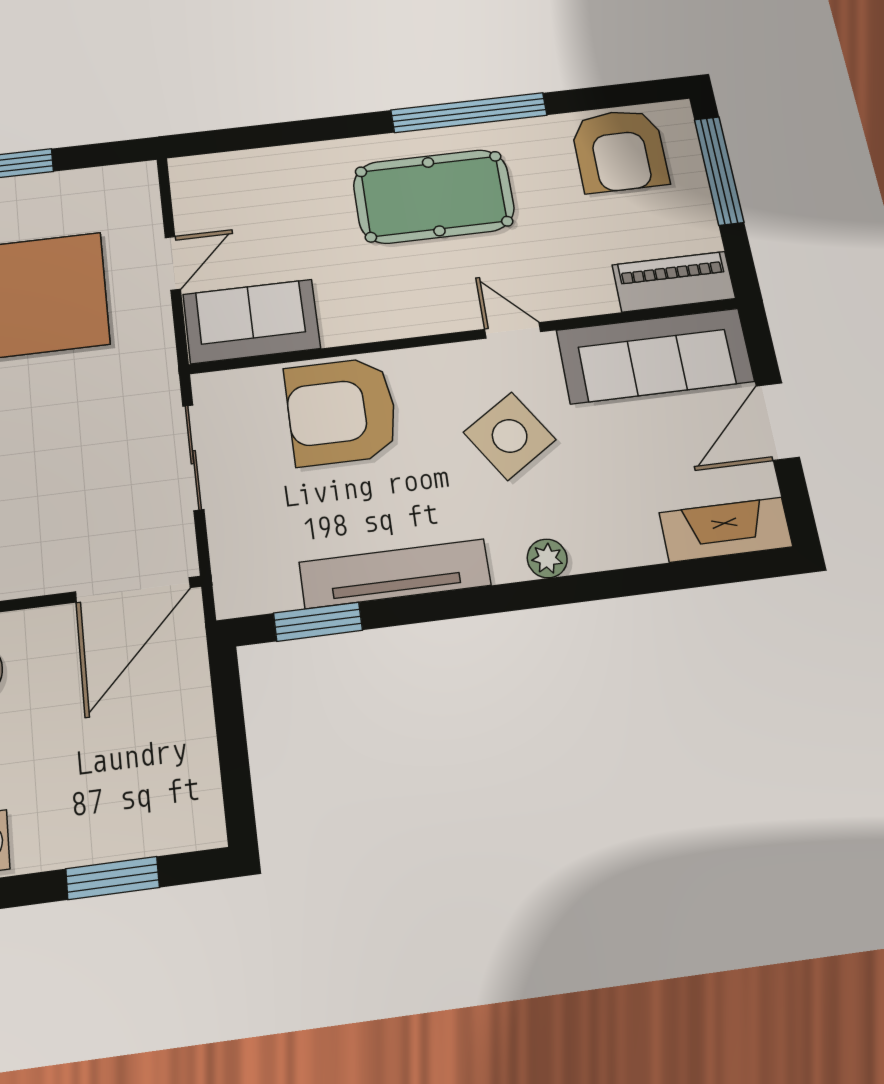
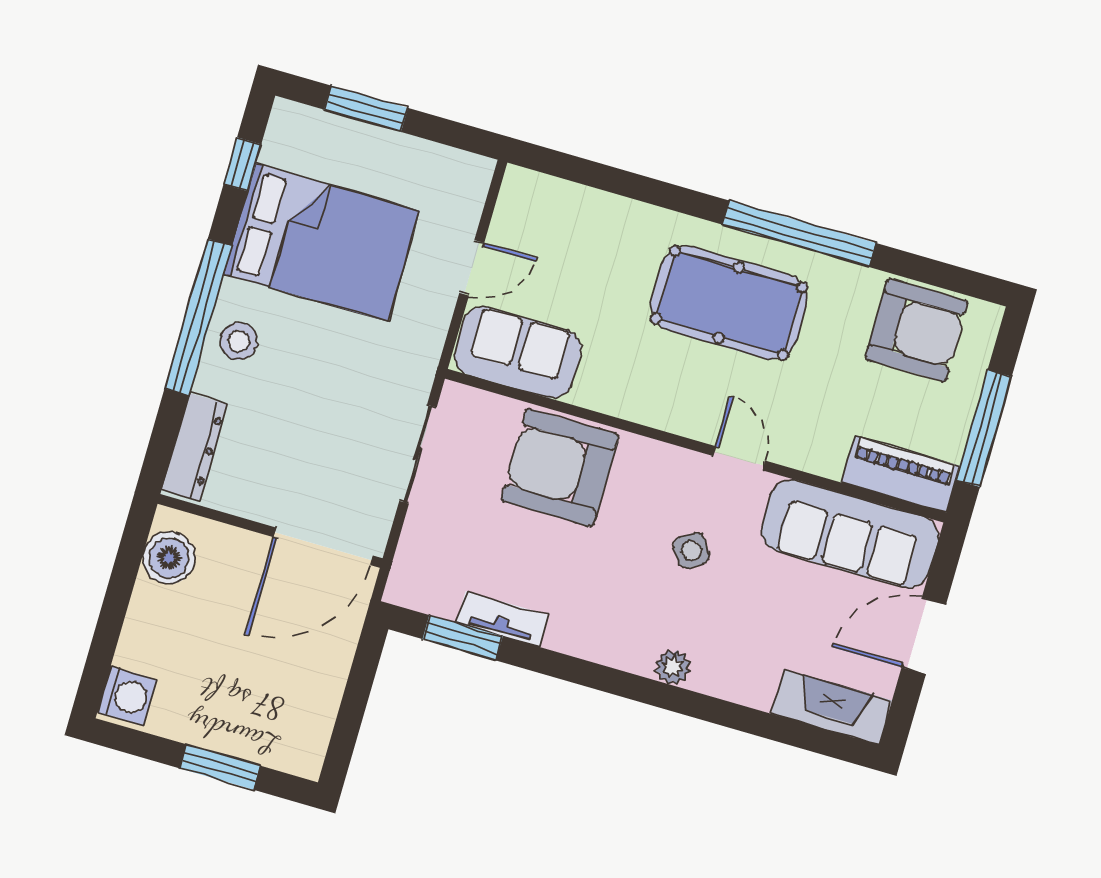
armchair: (620, 150) -> (917, 330), turned -90
window: (719, 170) -> (984, 428), moved
side table: (510, 436) -> (691, 550), width x0.54, depth x0.54
tv unit: (395, 574) -> (503, 619), width x0.52, depth x0.78

